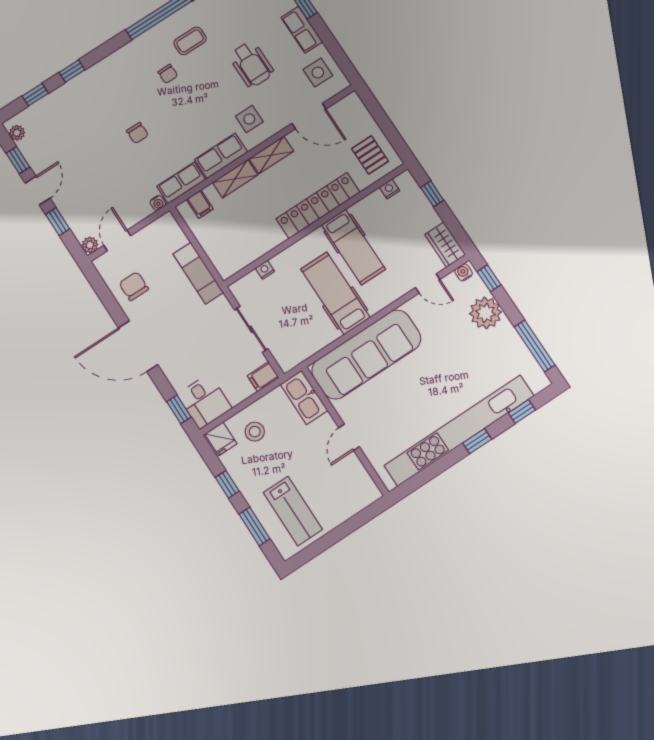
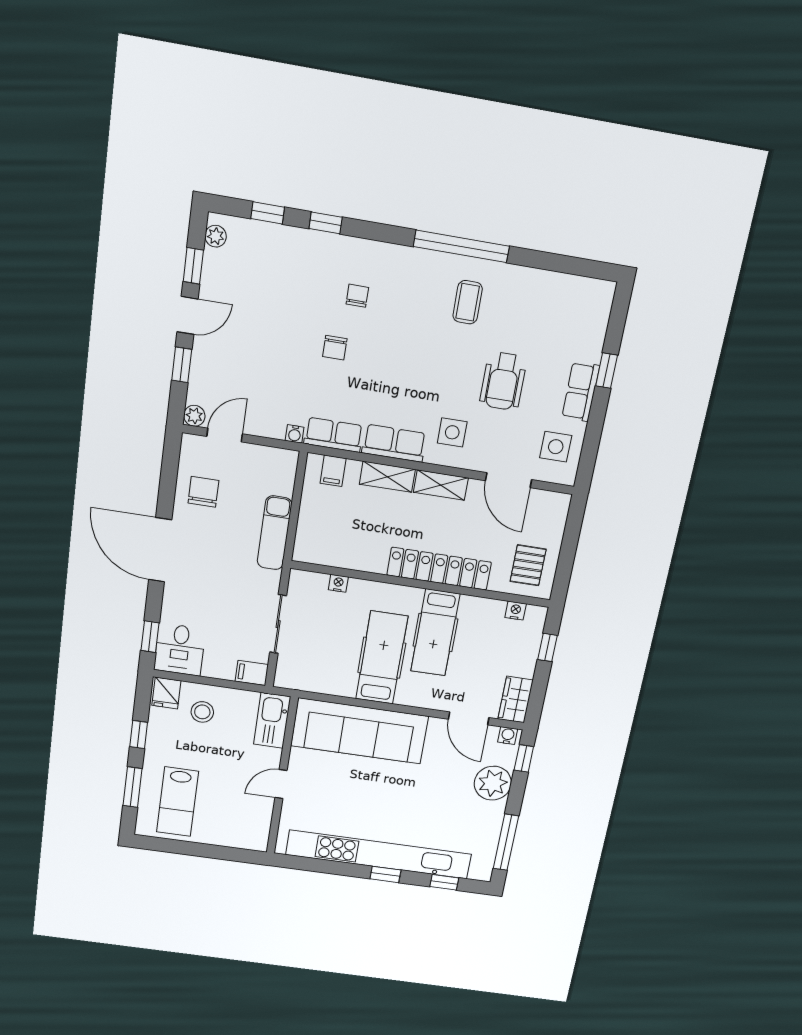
coffee table: (190, 41) -> (468, 302), turned 90
chair: (168, 74) -> (357, 296), moved, turned 180
door: (428, 284) -> (469, 718), width x1.38

